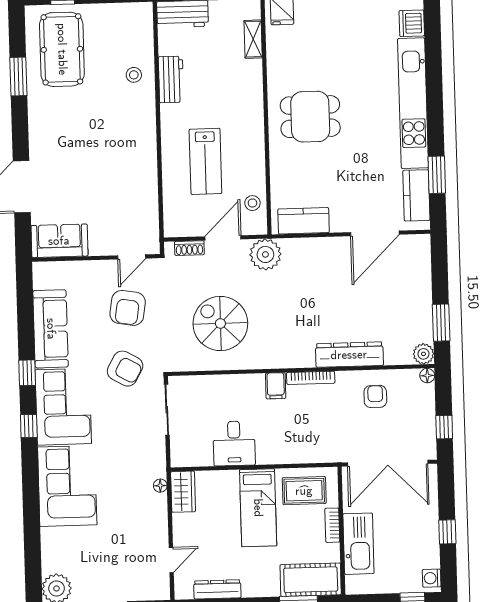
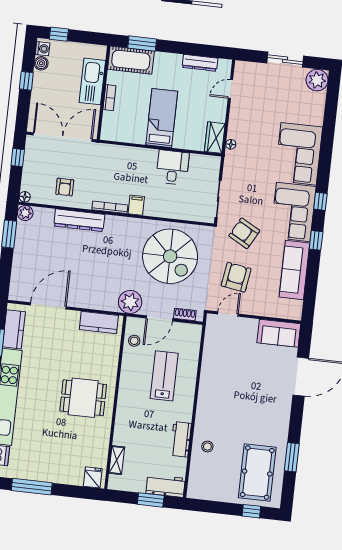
spiral stairs: (220, 323) -> (170, 256), width x1.37, depth x1.37
rug: (304, 491) -> (126, 126), removed
boiler: (431, 558) -> (41, 63), added

